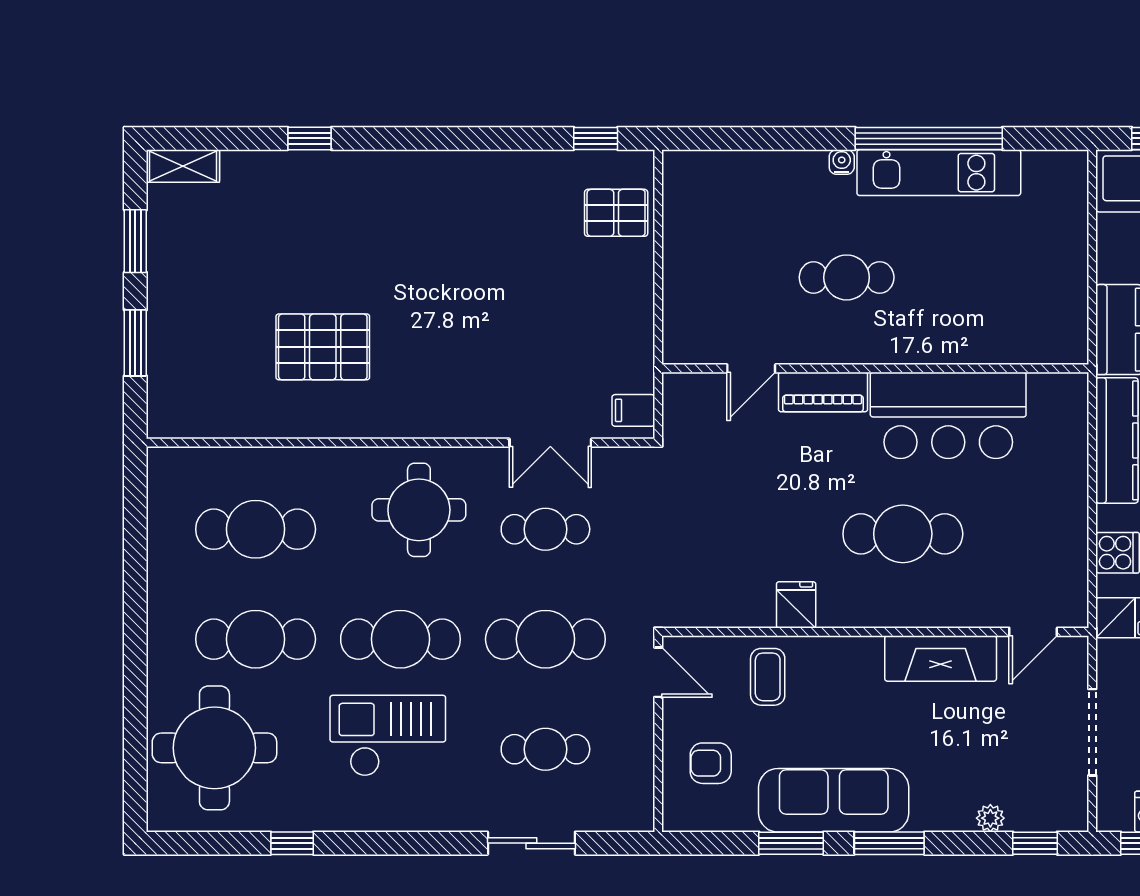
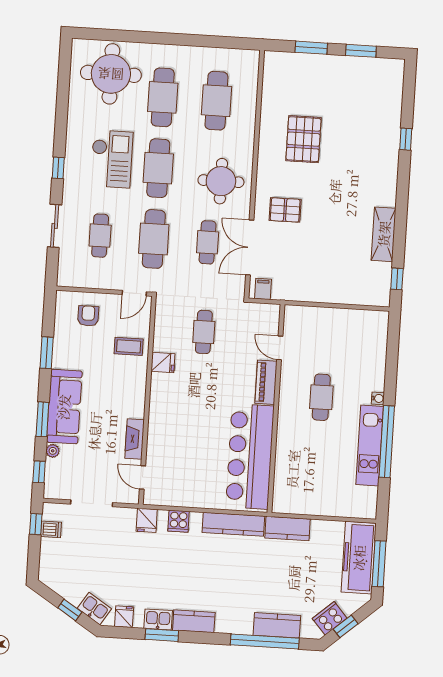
shelving: (183, 166) -> (384, 234), moved, width x1.50, depth x1.33
pallet: (616, 213) -> (285, 210), moved, turned 90
bar counter: (948, 415) -> (250, 456), width x1.36
double door: (550, 443) -> (250, 247), width x1.37
cafe table: (903, 534) -> (204, 332), moved, width x0.73, depth x0.74
fireplace: (941, 658) -> (135, 439), width x0.73, depth x0.76
sofa: (834, 800) -> (64, 407), moved
window: (292, 843) -> (58, 168), moved
window: (889, 843) -> (42, 419), moved

